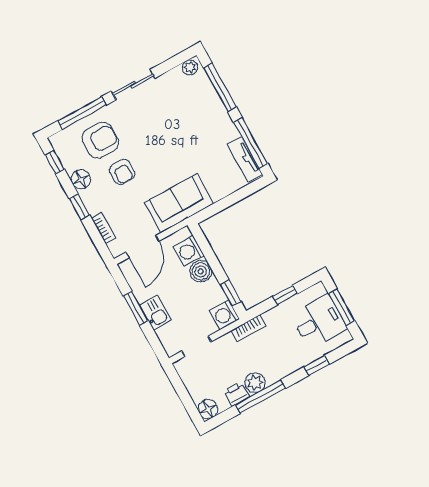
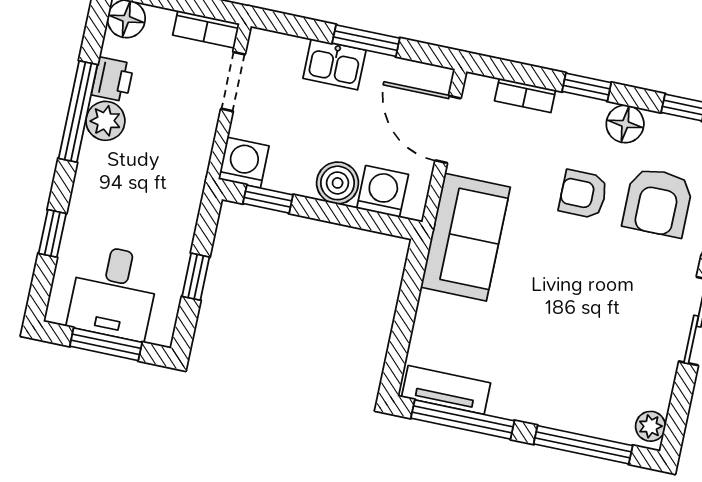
bookcase: (248, 328) -> (206, 29), moved, turned -90

